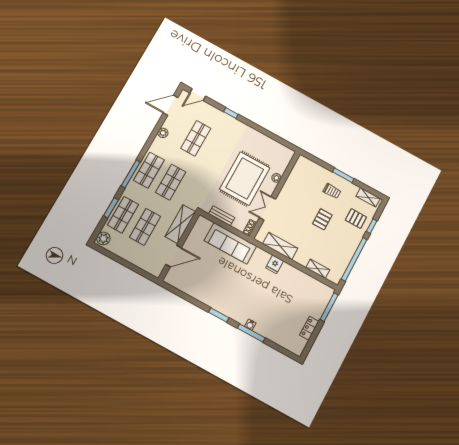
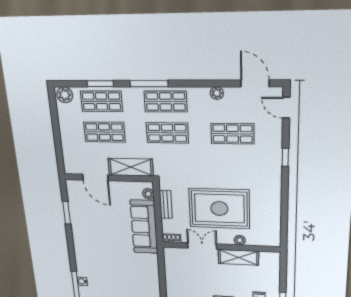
plant: (207, 224) -> (148, 194), added
shelving: (280, 246) -> (238, 257), moved, turned 90
fridge: (275, 264) -> (151, 278), removed
window: (219, 315) -> (67, 213), moved

